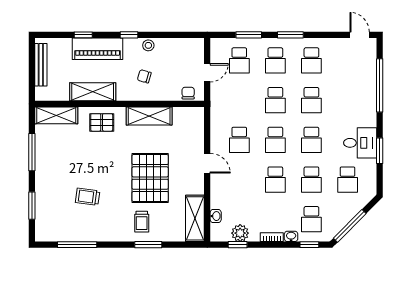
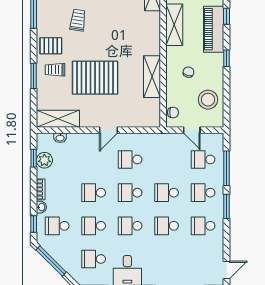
window: (249, 35) -> (227, 168), width x1.44
stool: (148, 45) -> (208, 100), moved, width x1.89, depth x1.89
pallet: (102, 122) -> (51, 46), moved, turned 90

